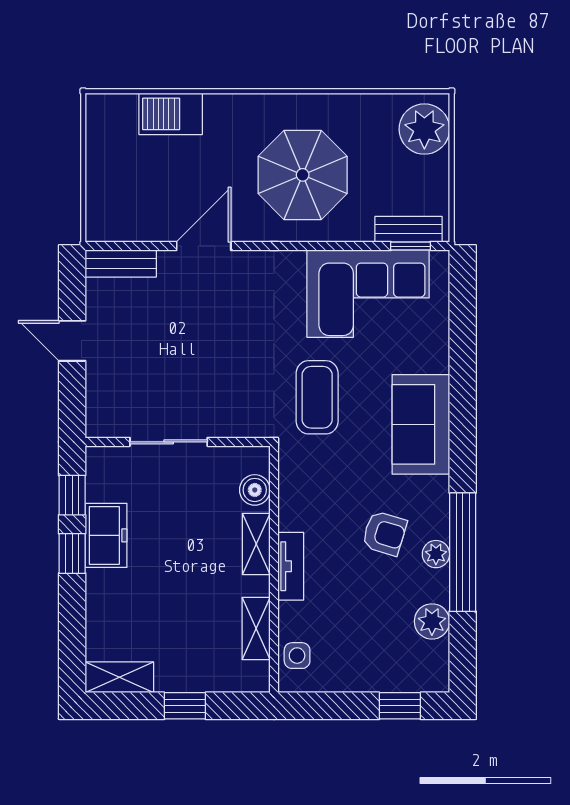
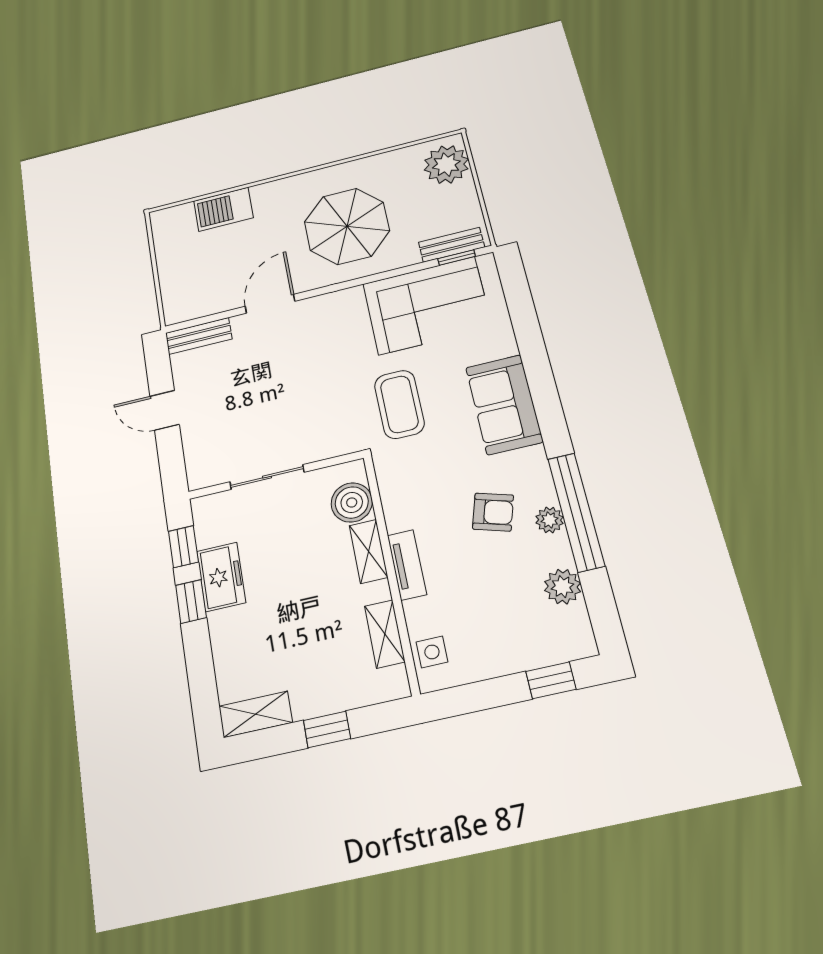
boiler: (255, 490) -> (352, 502), width x1.36, depth x1.36

